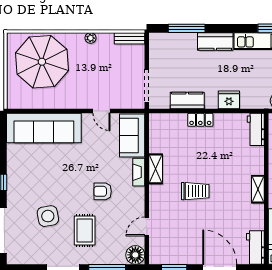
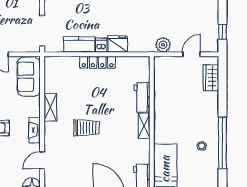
dishwasher: (211, 101) -> (101, 45), added
locker: (200, 120) -> (98, 62), width x1.53
workbench: (256, 129) -> (142, 97), moved
fireplace: (139, 172) -> (35, 130), moved

